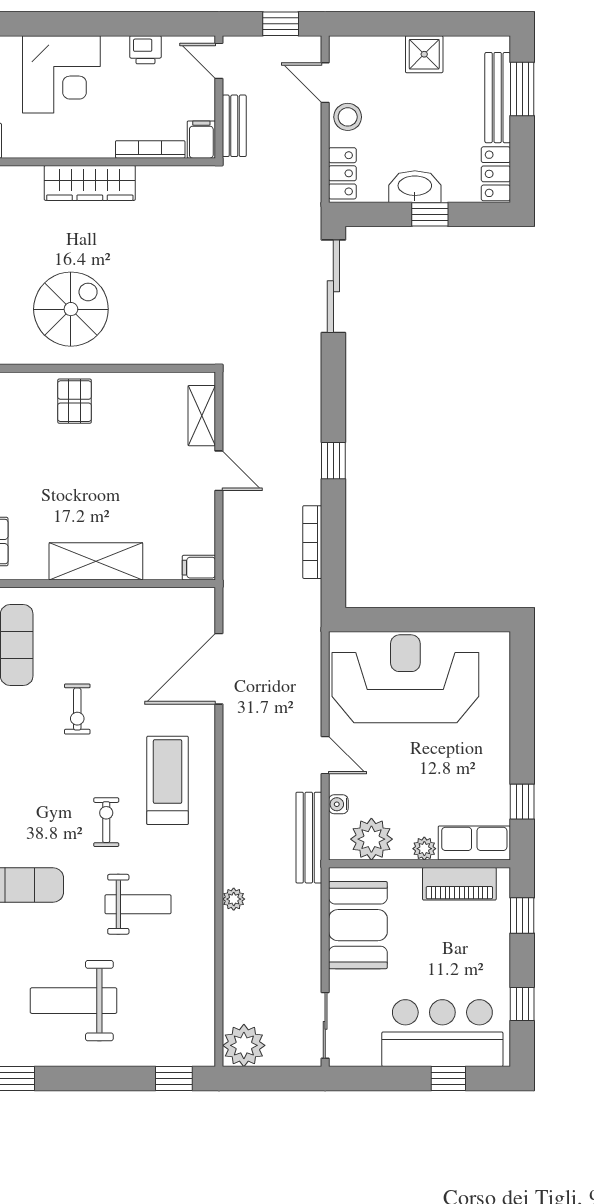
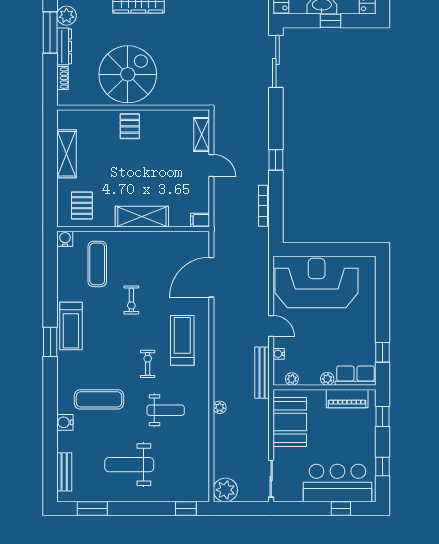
spiral stairs: (71, 309) -> (128, 74), width x1.37, depth x1.37
plant: (371, 839) -> (292, 379), width x0.53, depth x0.53

